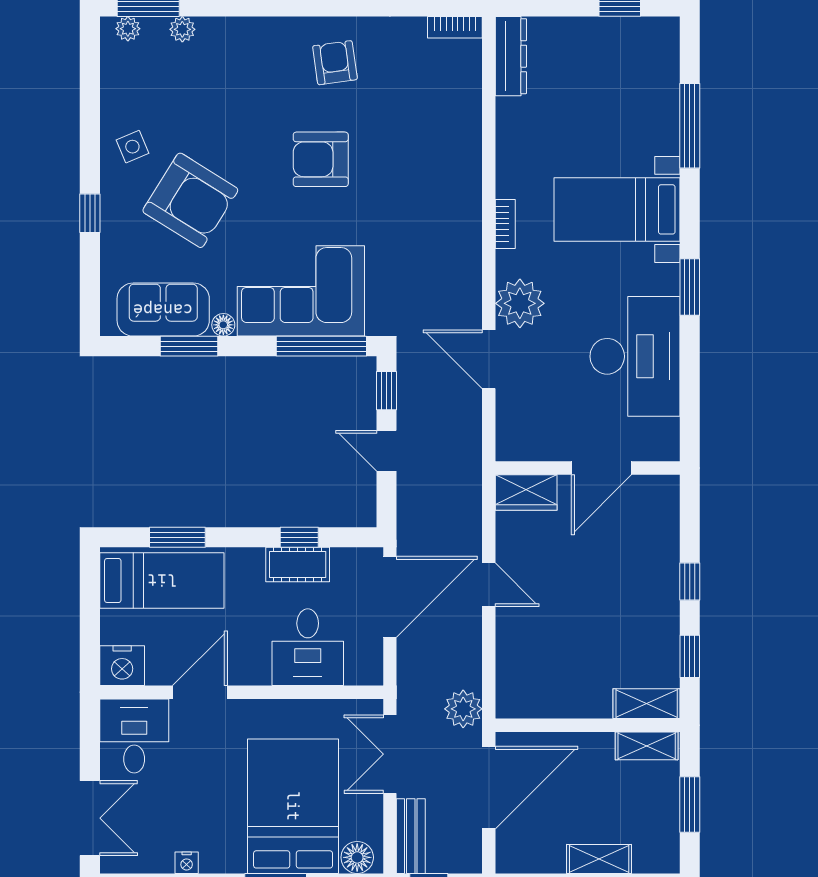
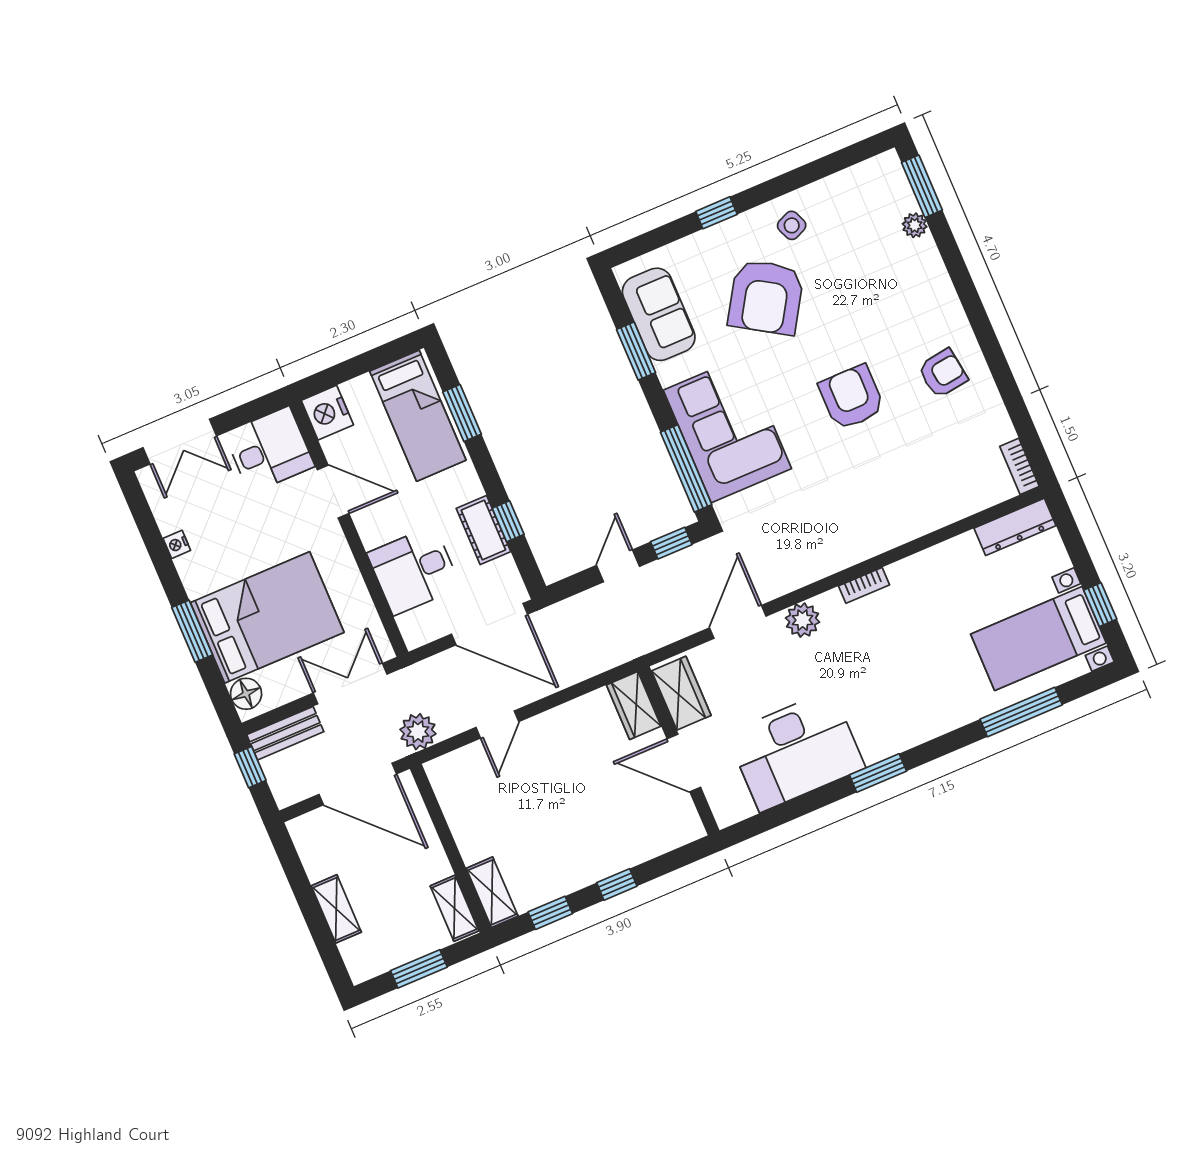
plant: (128, 29) -> (894, 177), removed
bed with nightstands: (617, 209) -> (1038, 639), moved, turned -90
plant: (520, 303) -> (803, 620), width x0.73, depth x0.73
floor lamp: (223, 325) -> (668, 373), removed
wardrobe: (534, 442) -> (681, 693), added
door: (489, 585) -> (497, 725), moved

